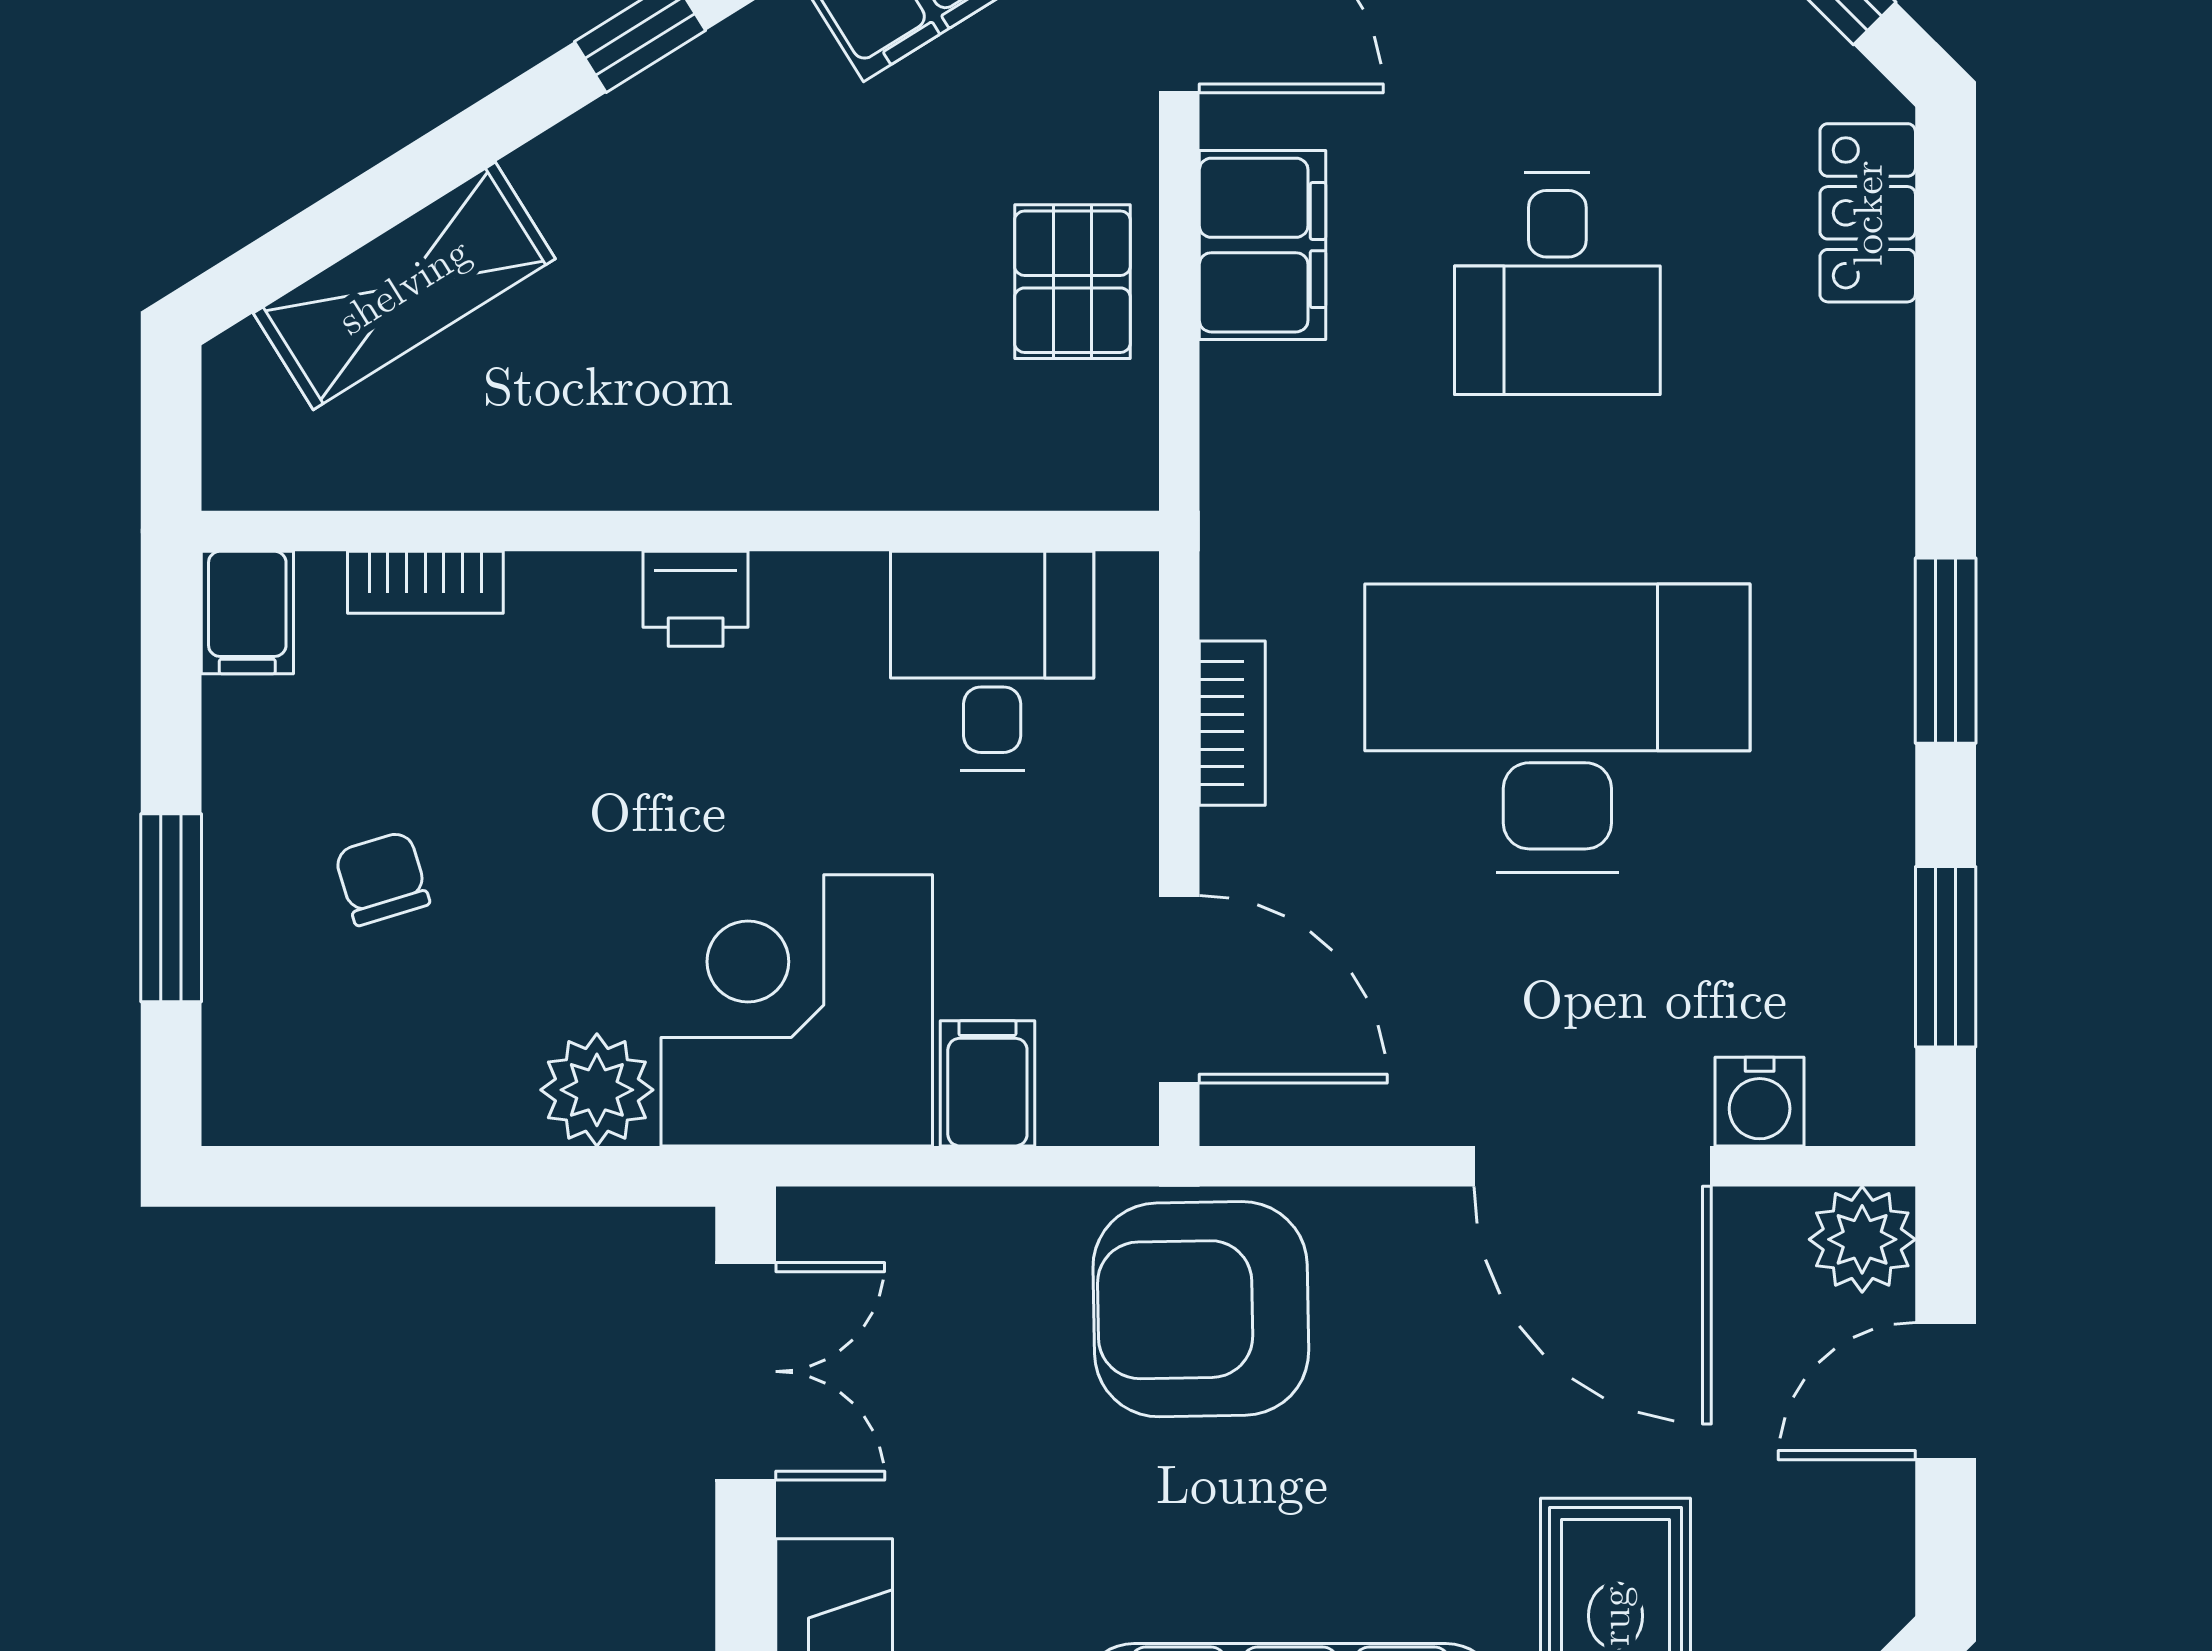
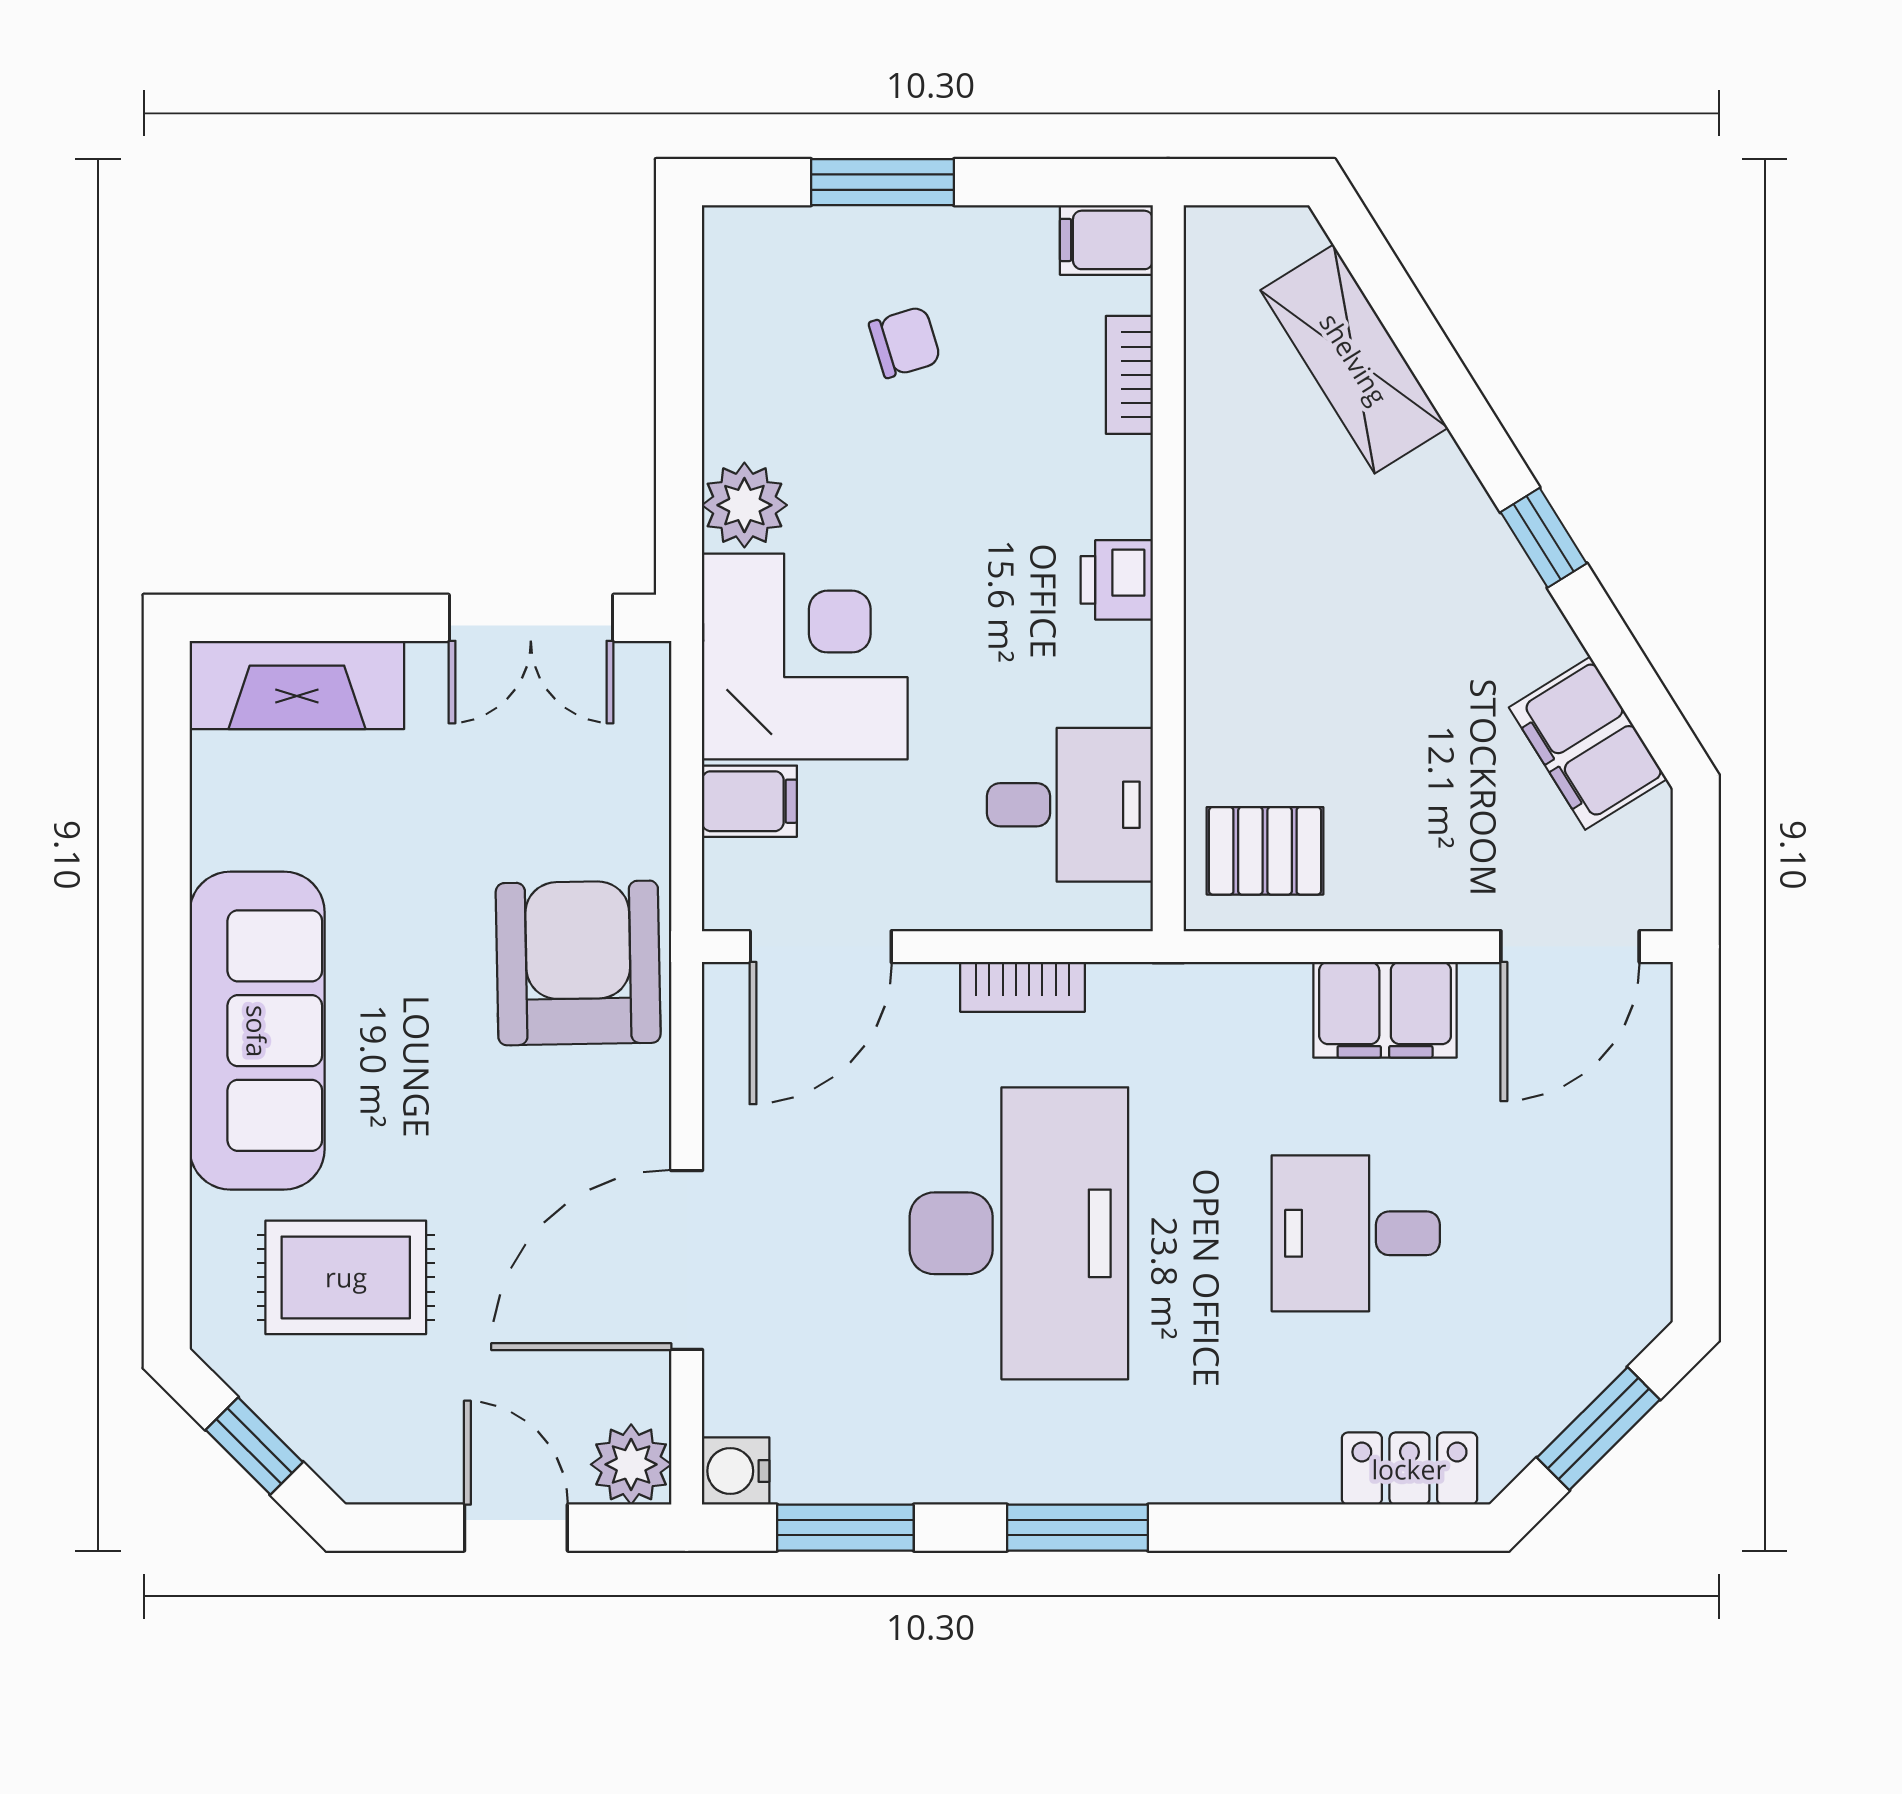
pallet: (1072, 282) -> (1265, 851), moved
water cooler: (1760, 1102) -> (736, 1471), moved

